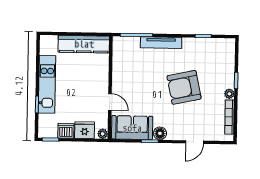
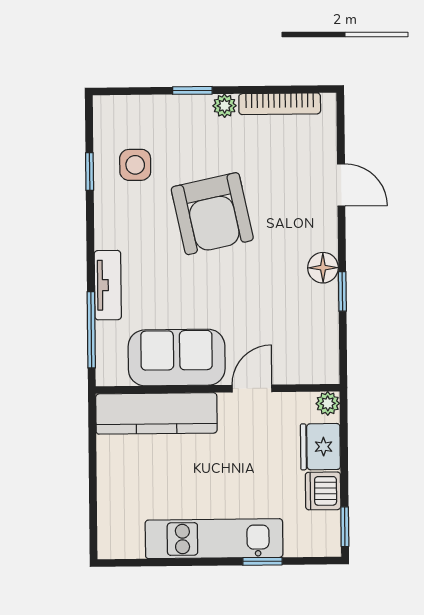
tv unit: (161, 43) -> (108, 285), width x0.71
kitchen counter: (84, 44) -> (156, 413), moved, turned 90
side table: (205, 55) -> (135, 165), added
sofa: (132, 128) -> (177, 358), moved, turned 90

